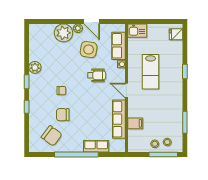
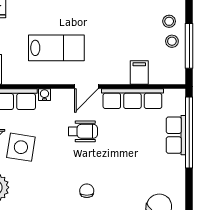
wheelchair: (97, 75) -> (83, 131), moved, turned 90
chair: (63, 115) -> (125, 189), removed
window: (76, 154) -> (189, 132), moved
window: (163, 154) -> (189, 46), moved

